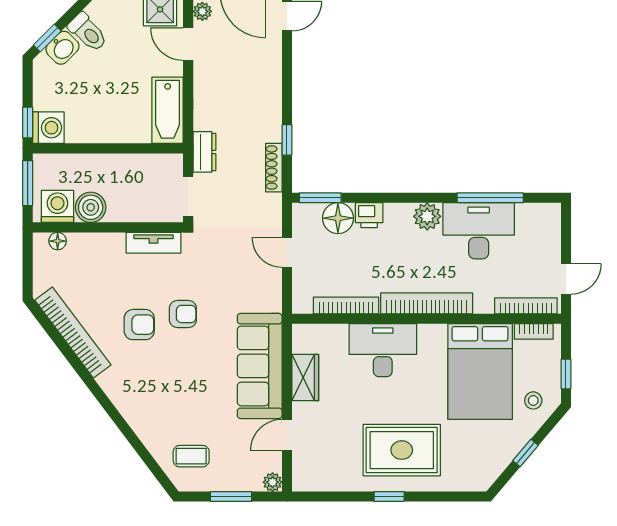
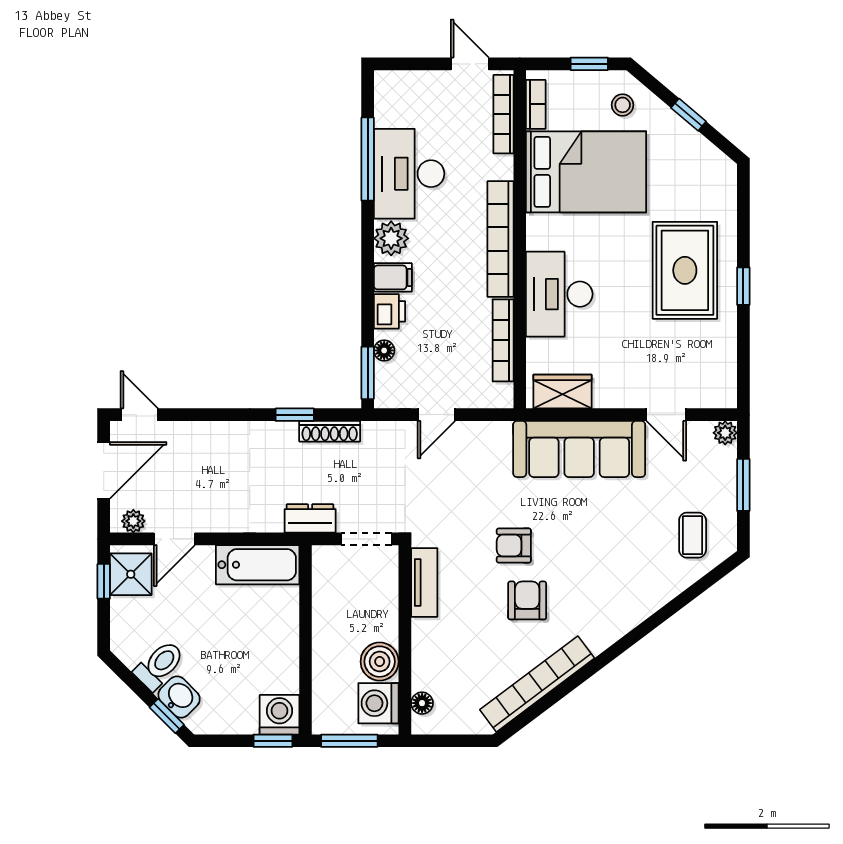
floor lamp: (338, 218) -> (384, 350), width x0.53, depth x0.53
filing cabinet: (396, 218) -> (393, 277), added
armchair: (183, 314) -> (514, 546), turned -90
wardrobe: (305, 378) -> (562, 392), moved

